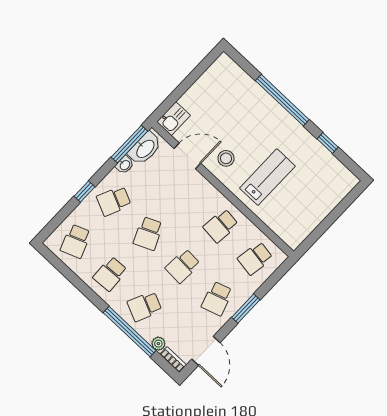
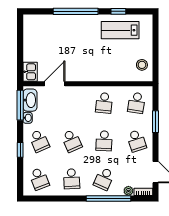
stool: (226, 158) -> (142, 65), moved
lab bench: (267, 177) -> (120, 30), moved, turned -90
school desk: (114, 201) -> (39, 141), turned -48
window: (246, 309) -> (155, 122), moved

